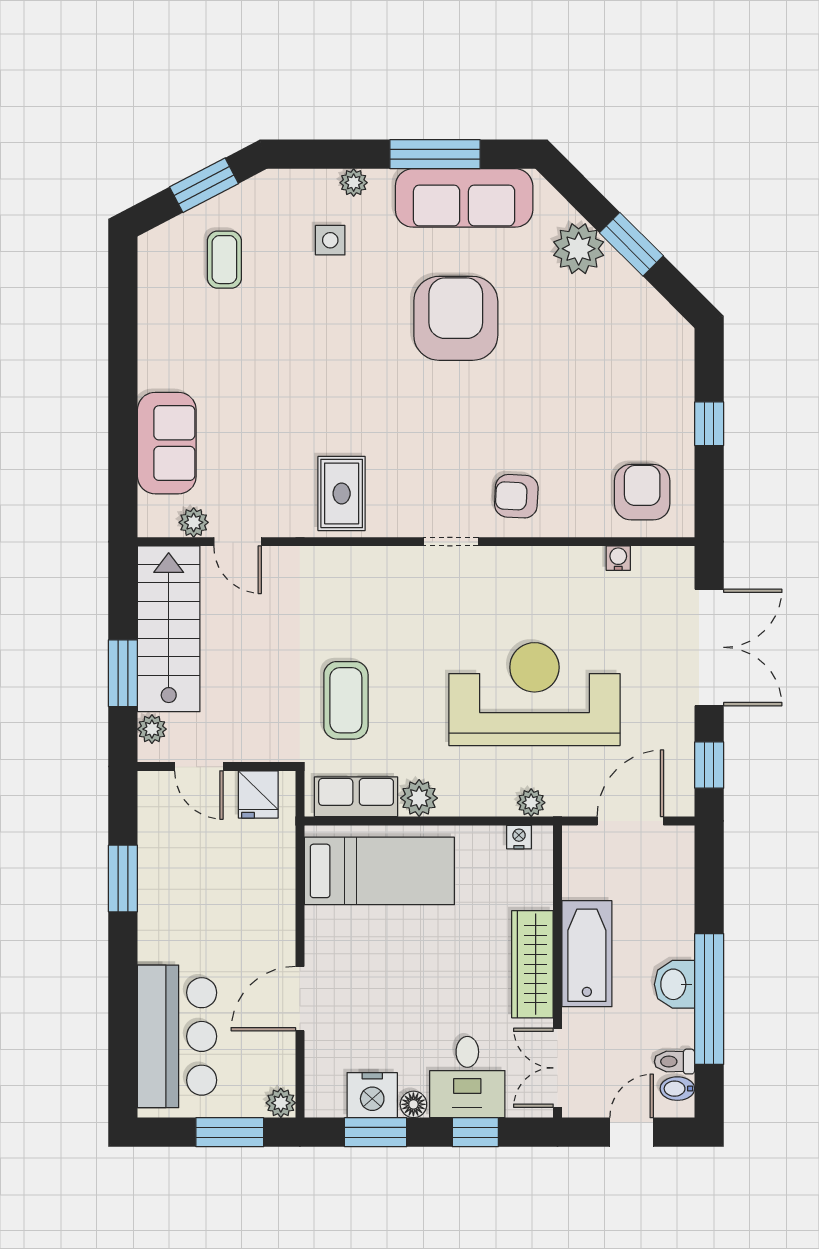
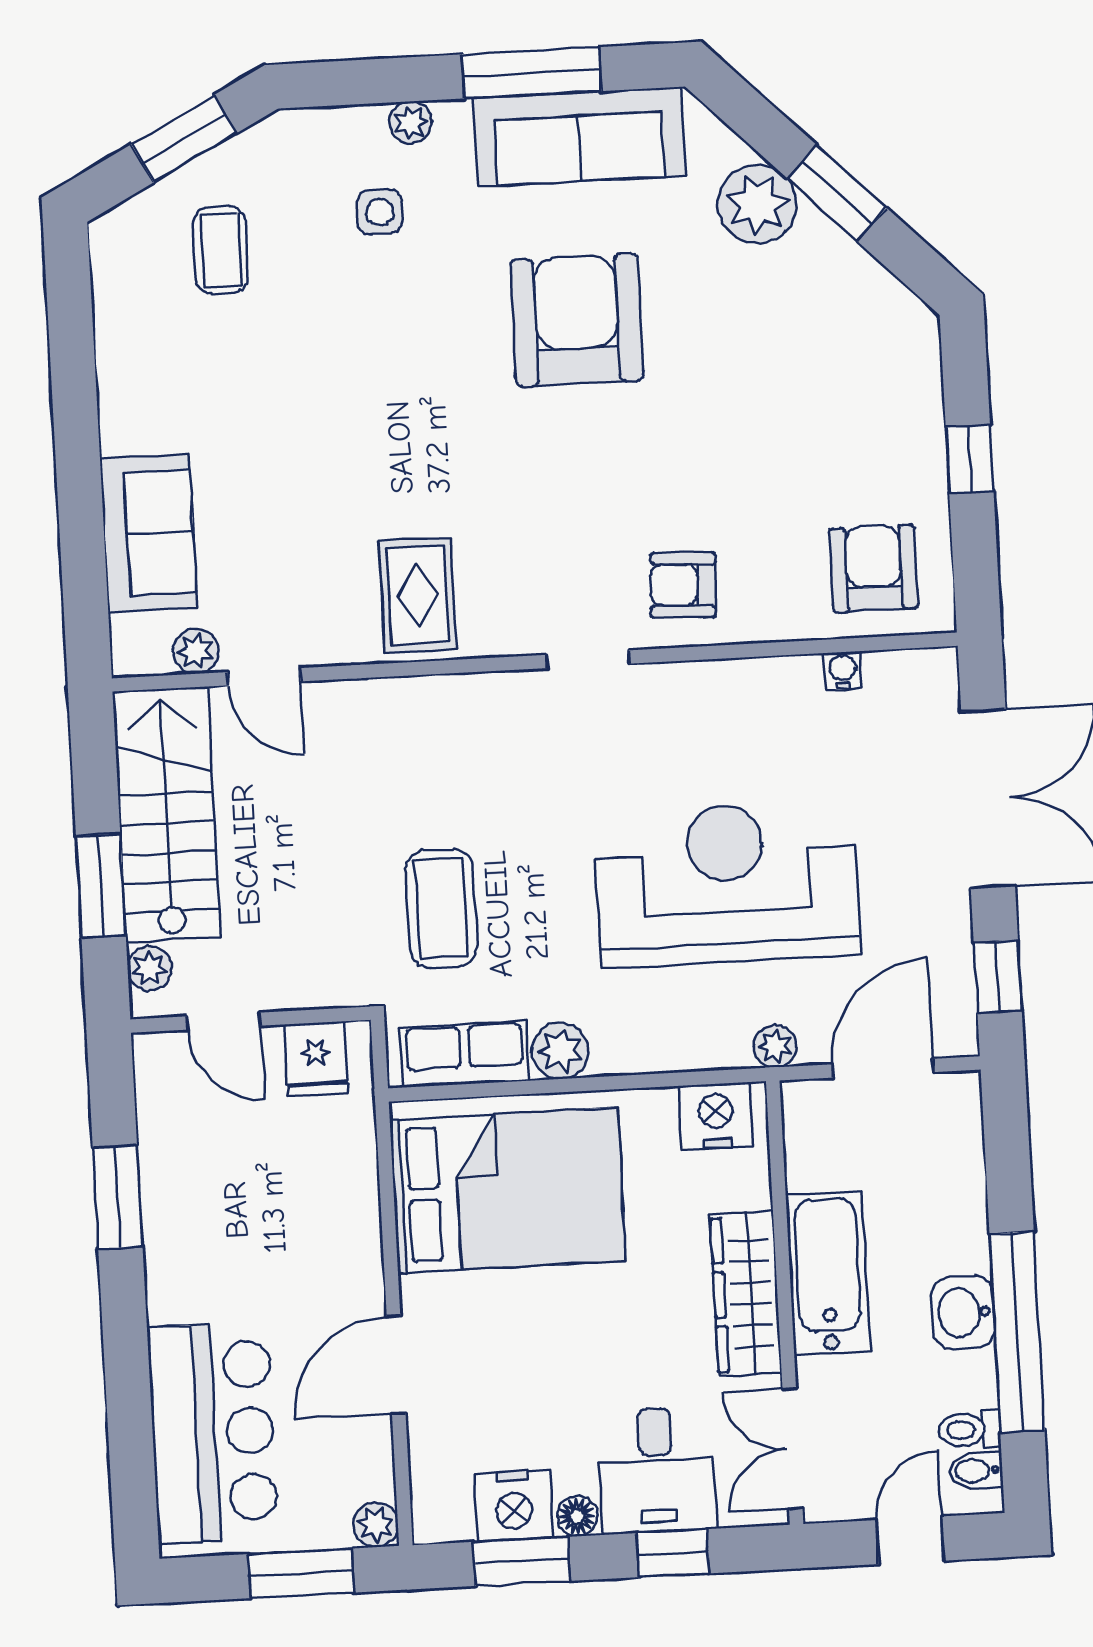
plant: (531, 803) -> (775, 1046), moved
nightstand: (519, 837) -> (716, 1116), width x1.89, depth x1.79
bed: (379, 871) -> (508, 1190), width x1.50

